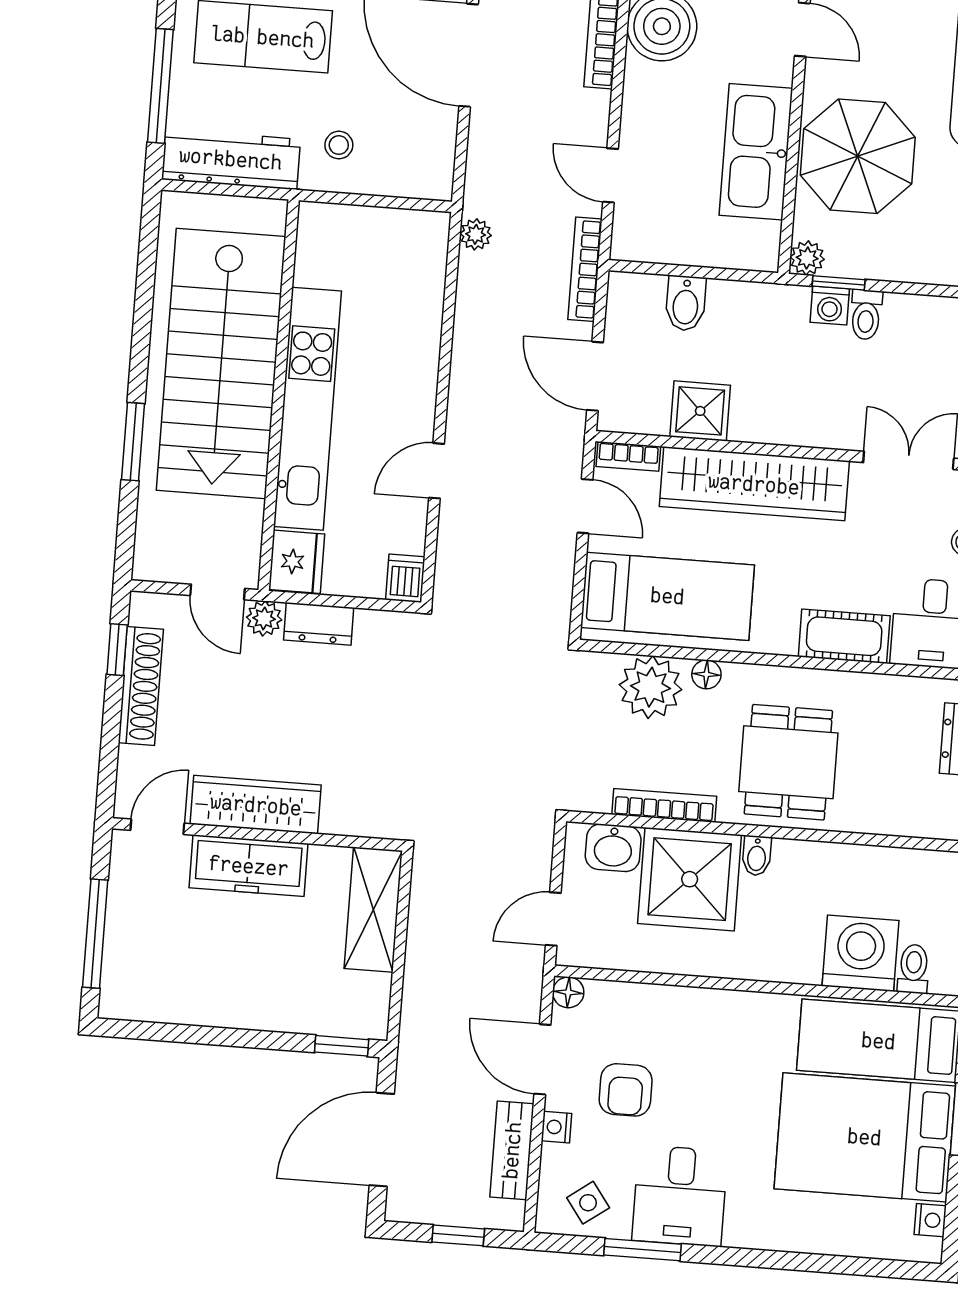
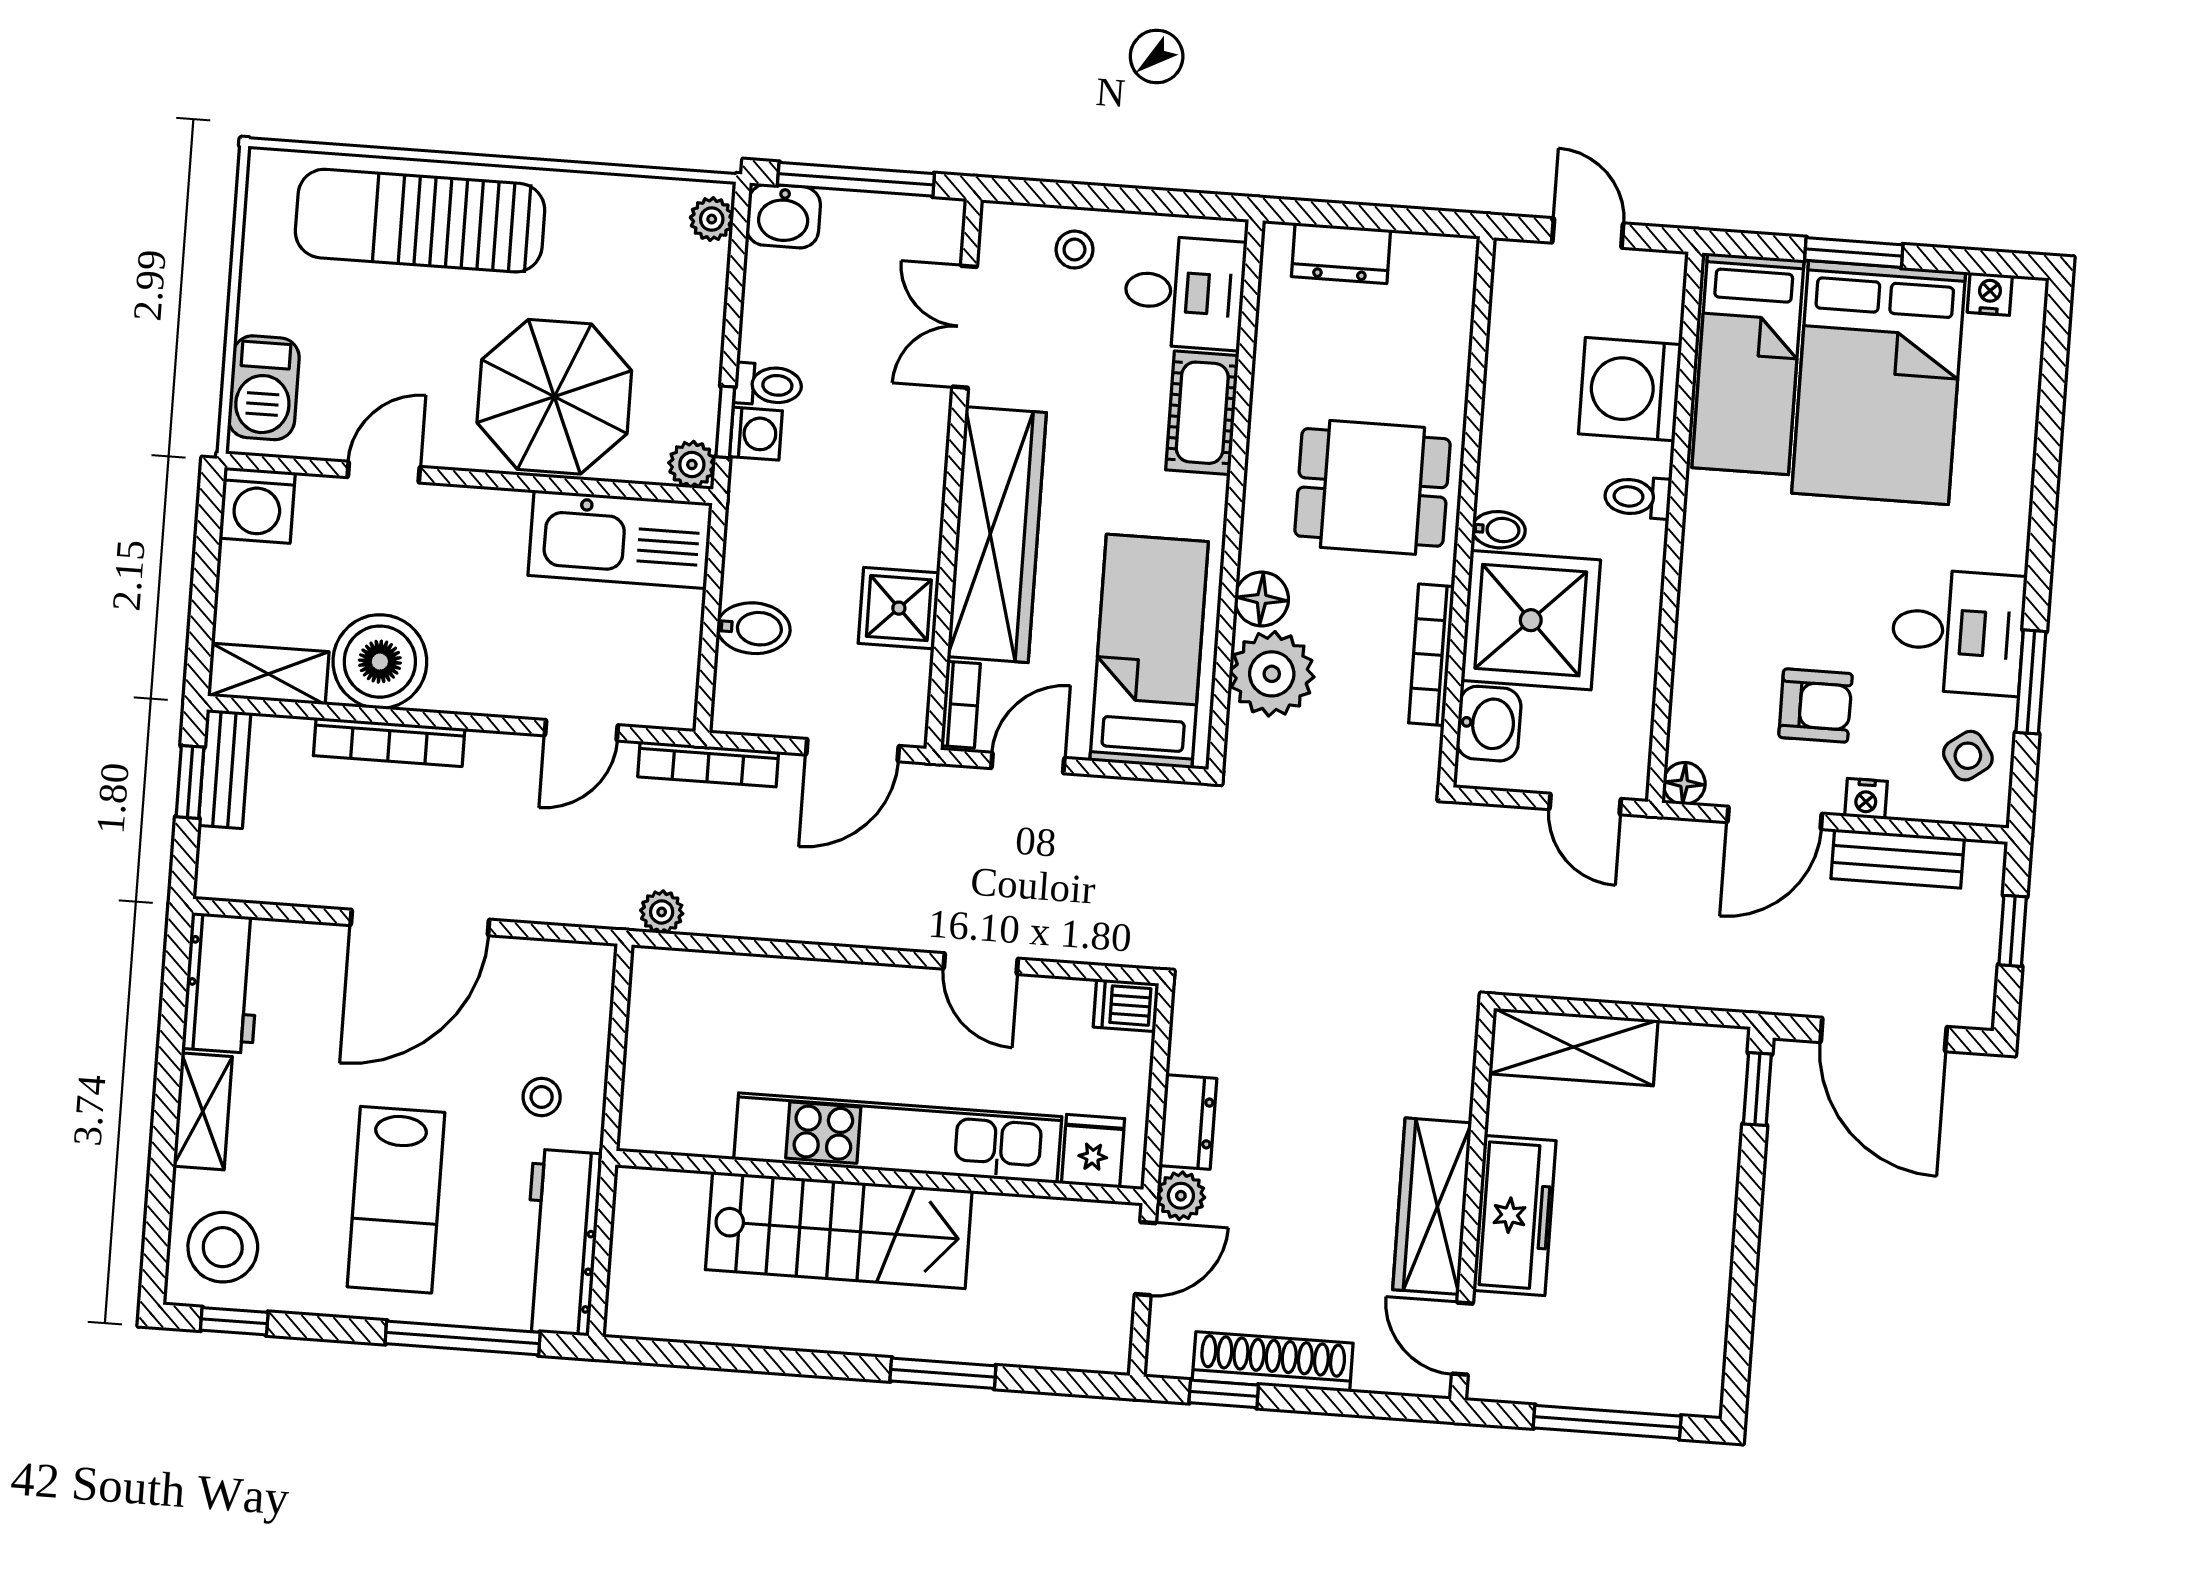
kitchen sink: (756, 152) -> (620, 539), moved
stairs: (221, 363) -> (839, 1230), width x0.73, depth x0.66
fridge: (297, 562) -> (1093, 1151), width x0.72
floor lamp: (706, 674) -> (1262, 599), width x1.37, depth x1.37
toilet: (913, 969) -> (1638, 497), moved

